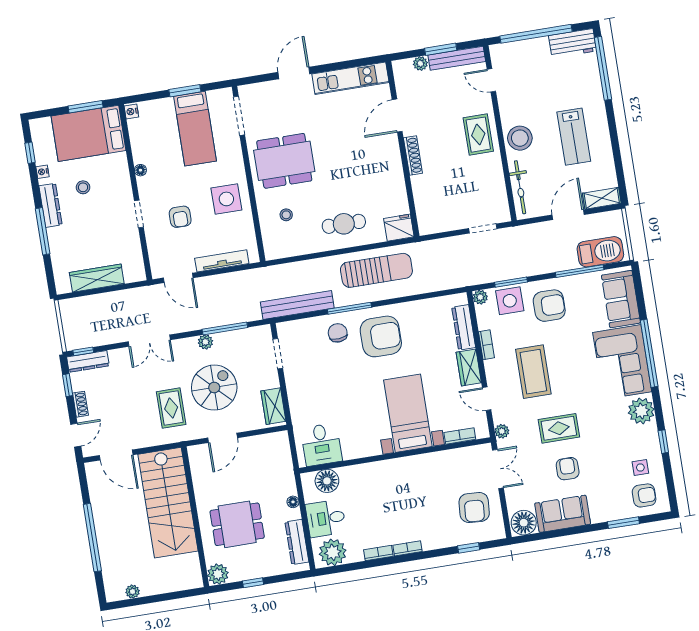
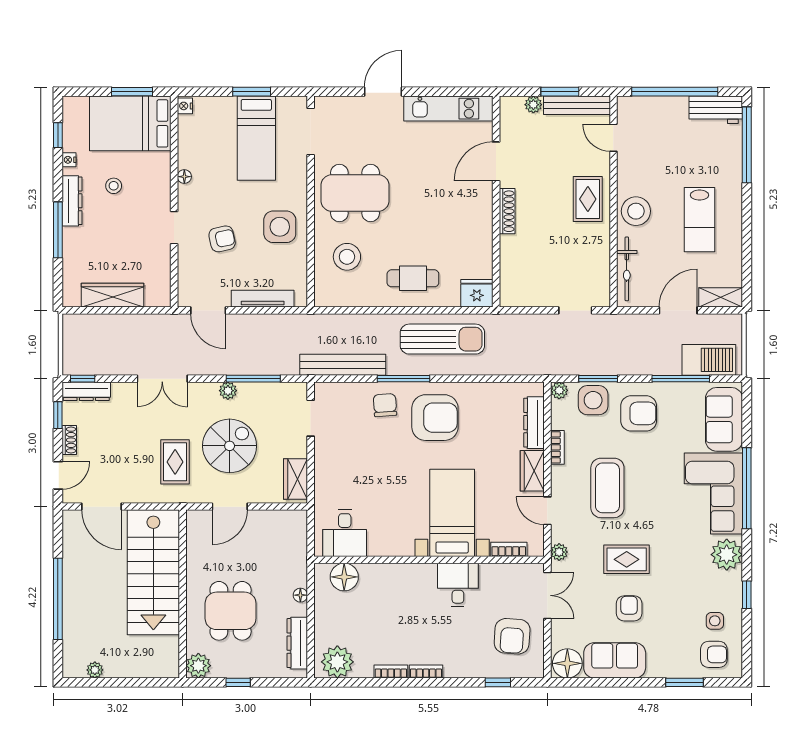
stool: (286, 215) -> (347, 257), width x1.89, depth x1.89
armchair: (180, 217) -> (222, 239), turned -102
desk: (326, 518) -> (458, 585), moved, turned 90
dining table: (237, 524) -> (231, 611), turned 90

